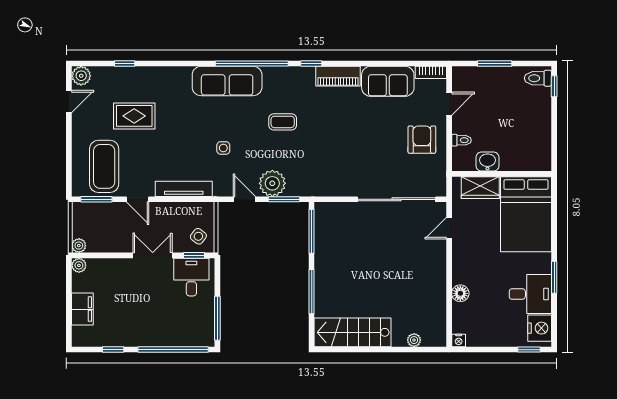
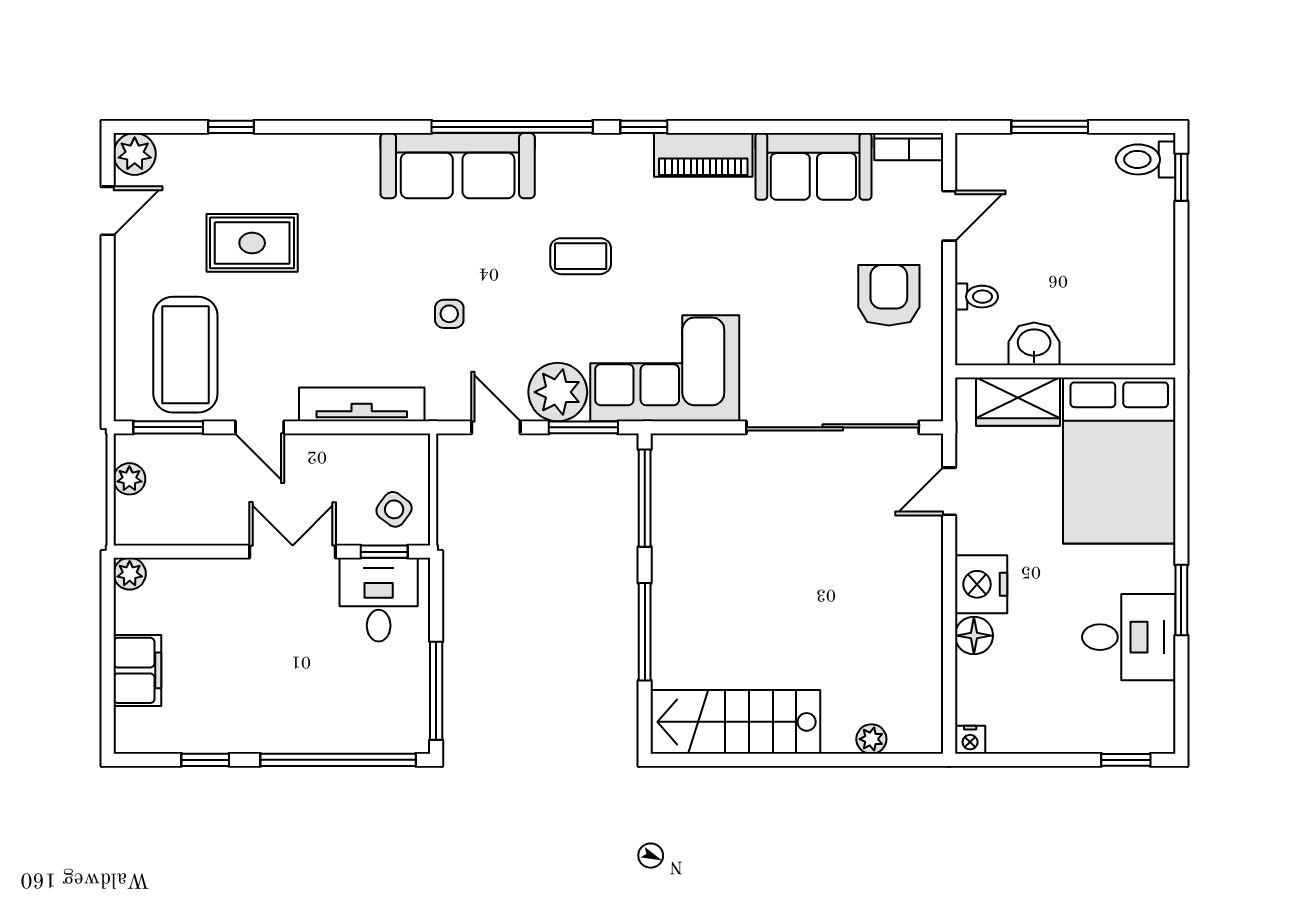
corner sofa: (321, 173) -> (665, 368), added
plant: (79, 246) -> (129, 479), moved
nightstand: (540, 328) -> (981, 584), moved, turned 180

